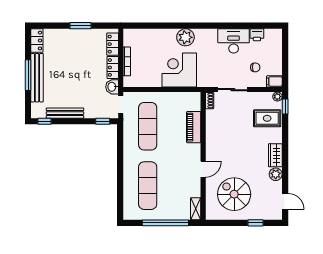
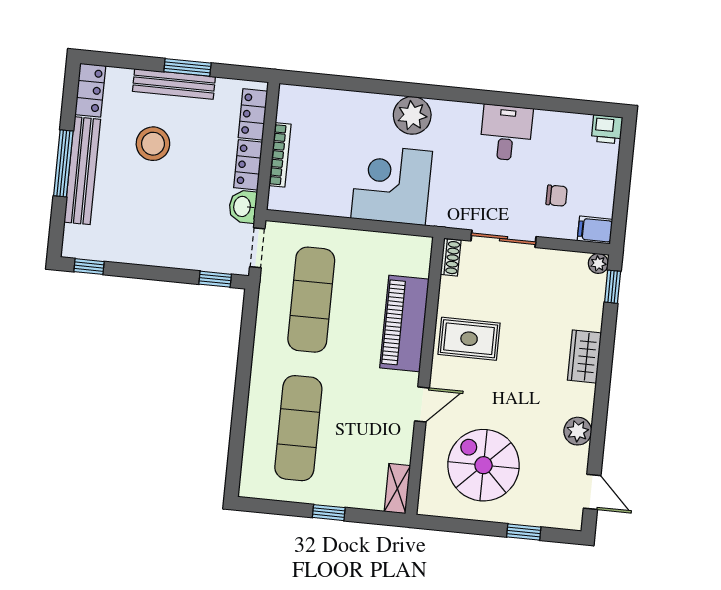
printer: (257, 35) -> (607, 129), moved
desk: (234, 41) -> (506, 133), width x0.73
stool: (68, 62) -> (153, 144), added
bench: (65, 113) -> (174, 84), moved
rug: (267, 118) -> (469, 339), moved
piano: (194, 127) -> (404, 323), width x1.37, depth x1.33
wardrobe: (275, 155) -> (584, 356), moved
window: (165, 223) -> (329, 513), width x0.32

